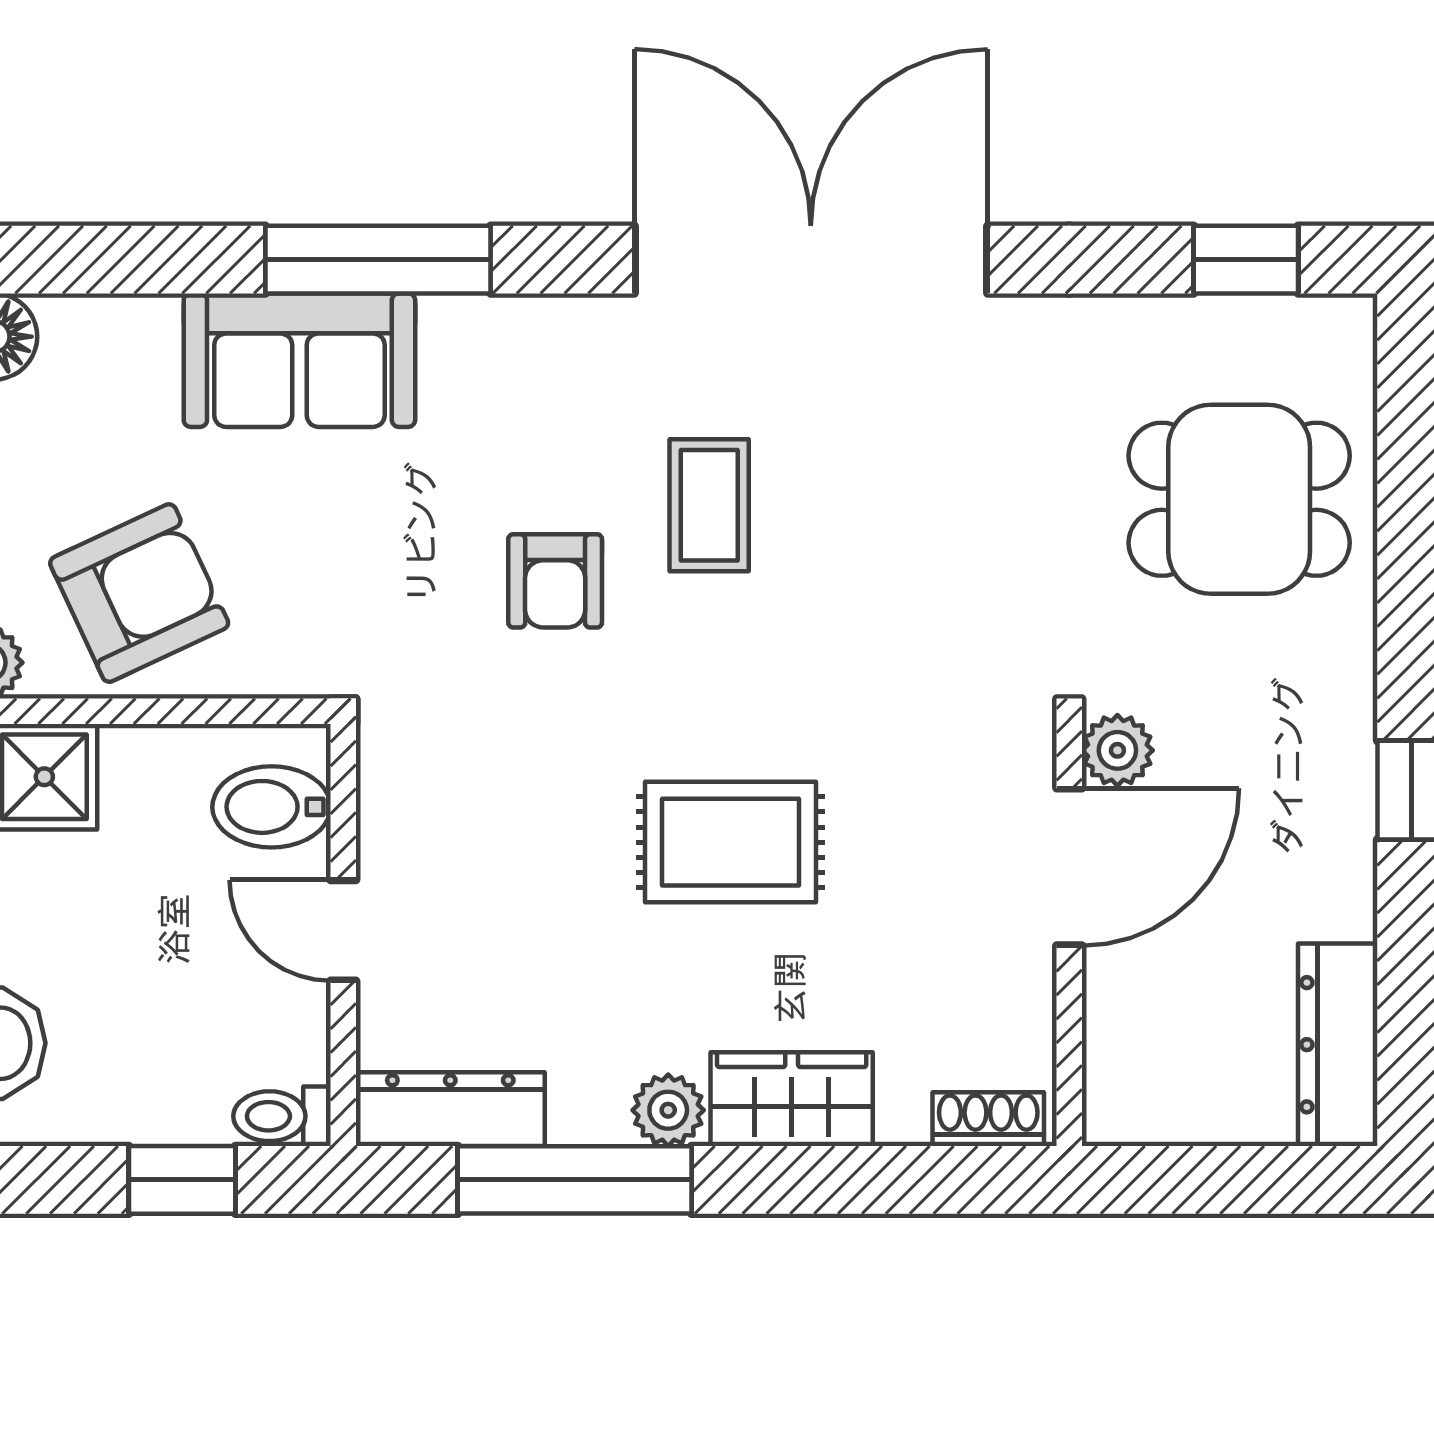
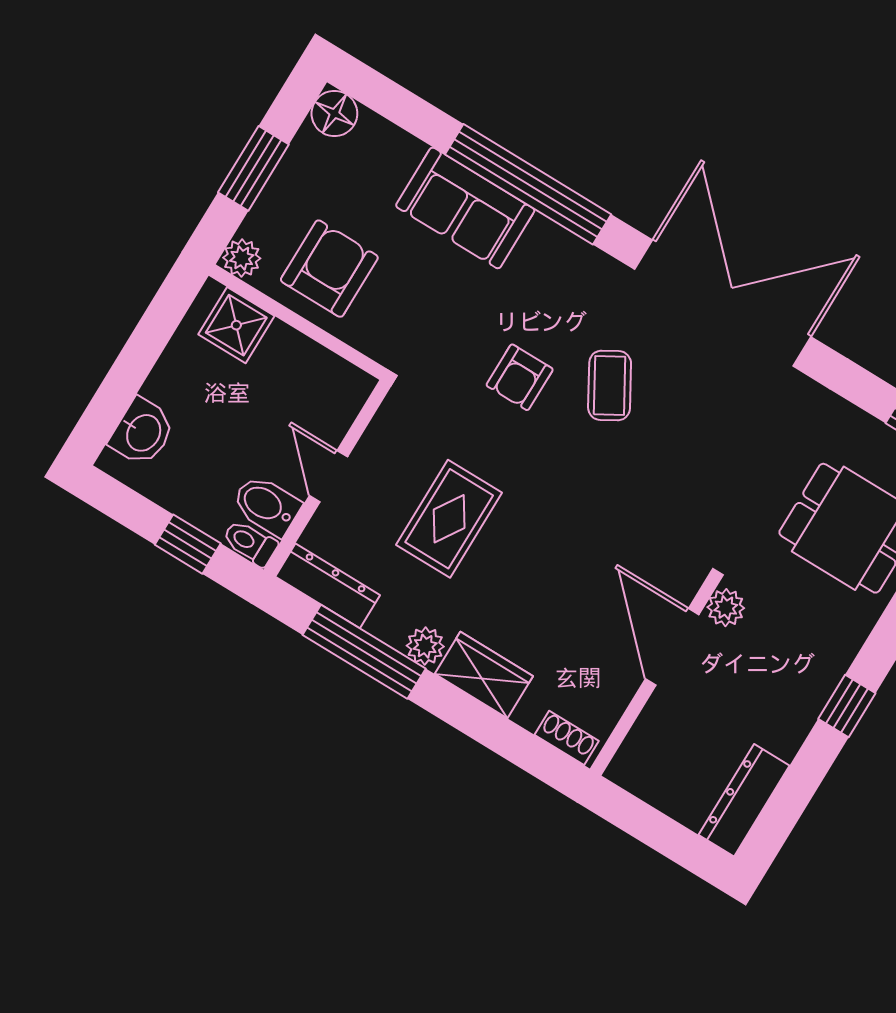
window: (378, 260) -> (528, 184), width x1.46
coffee table: (709, 505) -> (610, 386), turned -30
armchair: (139, 593) -> (329, 269), turned -65
bidet: (271, 807) -> (267, 505), moved
rug: (731, 842) -> (449, 519), moved, turned 90
door: (1069, 867) -> (672, 647), swing flipped

